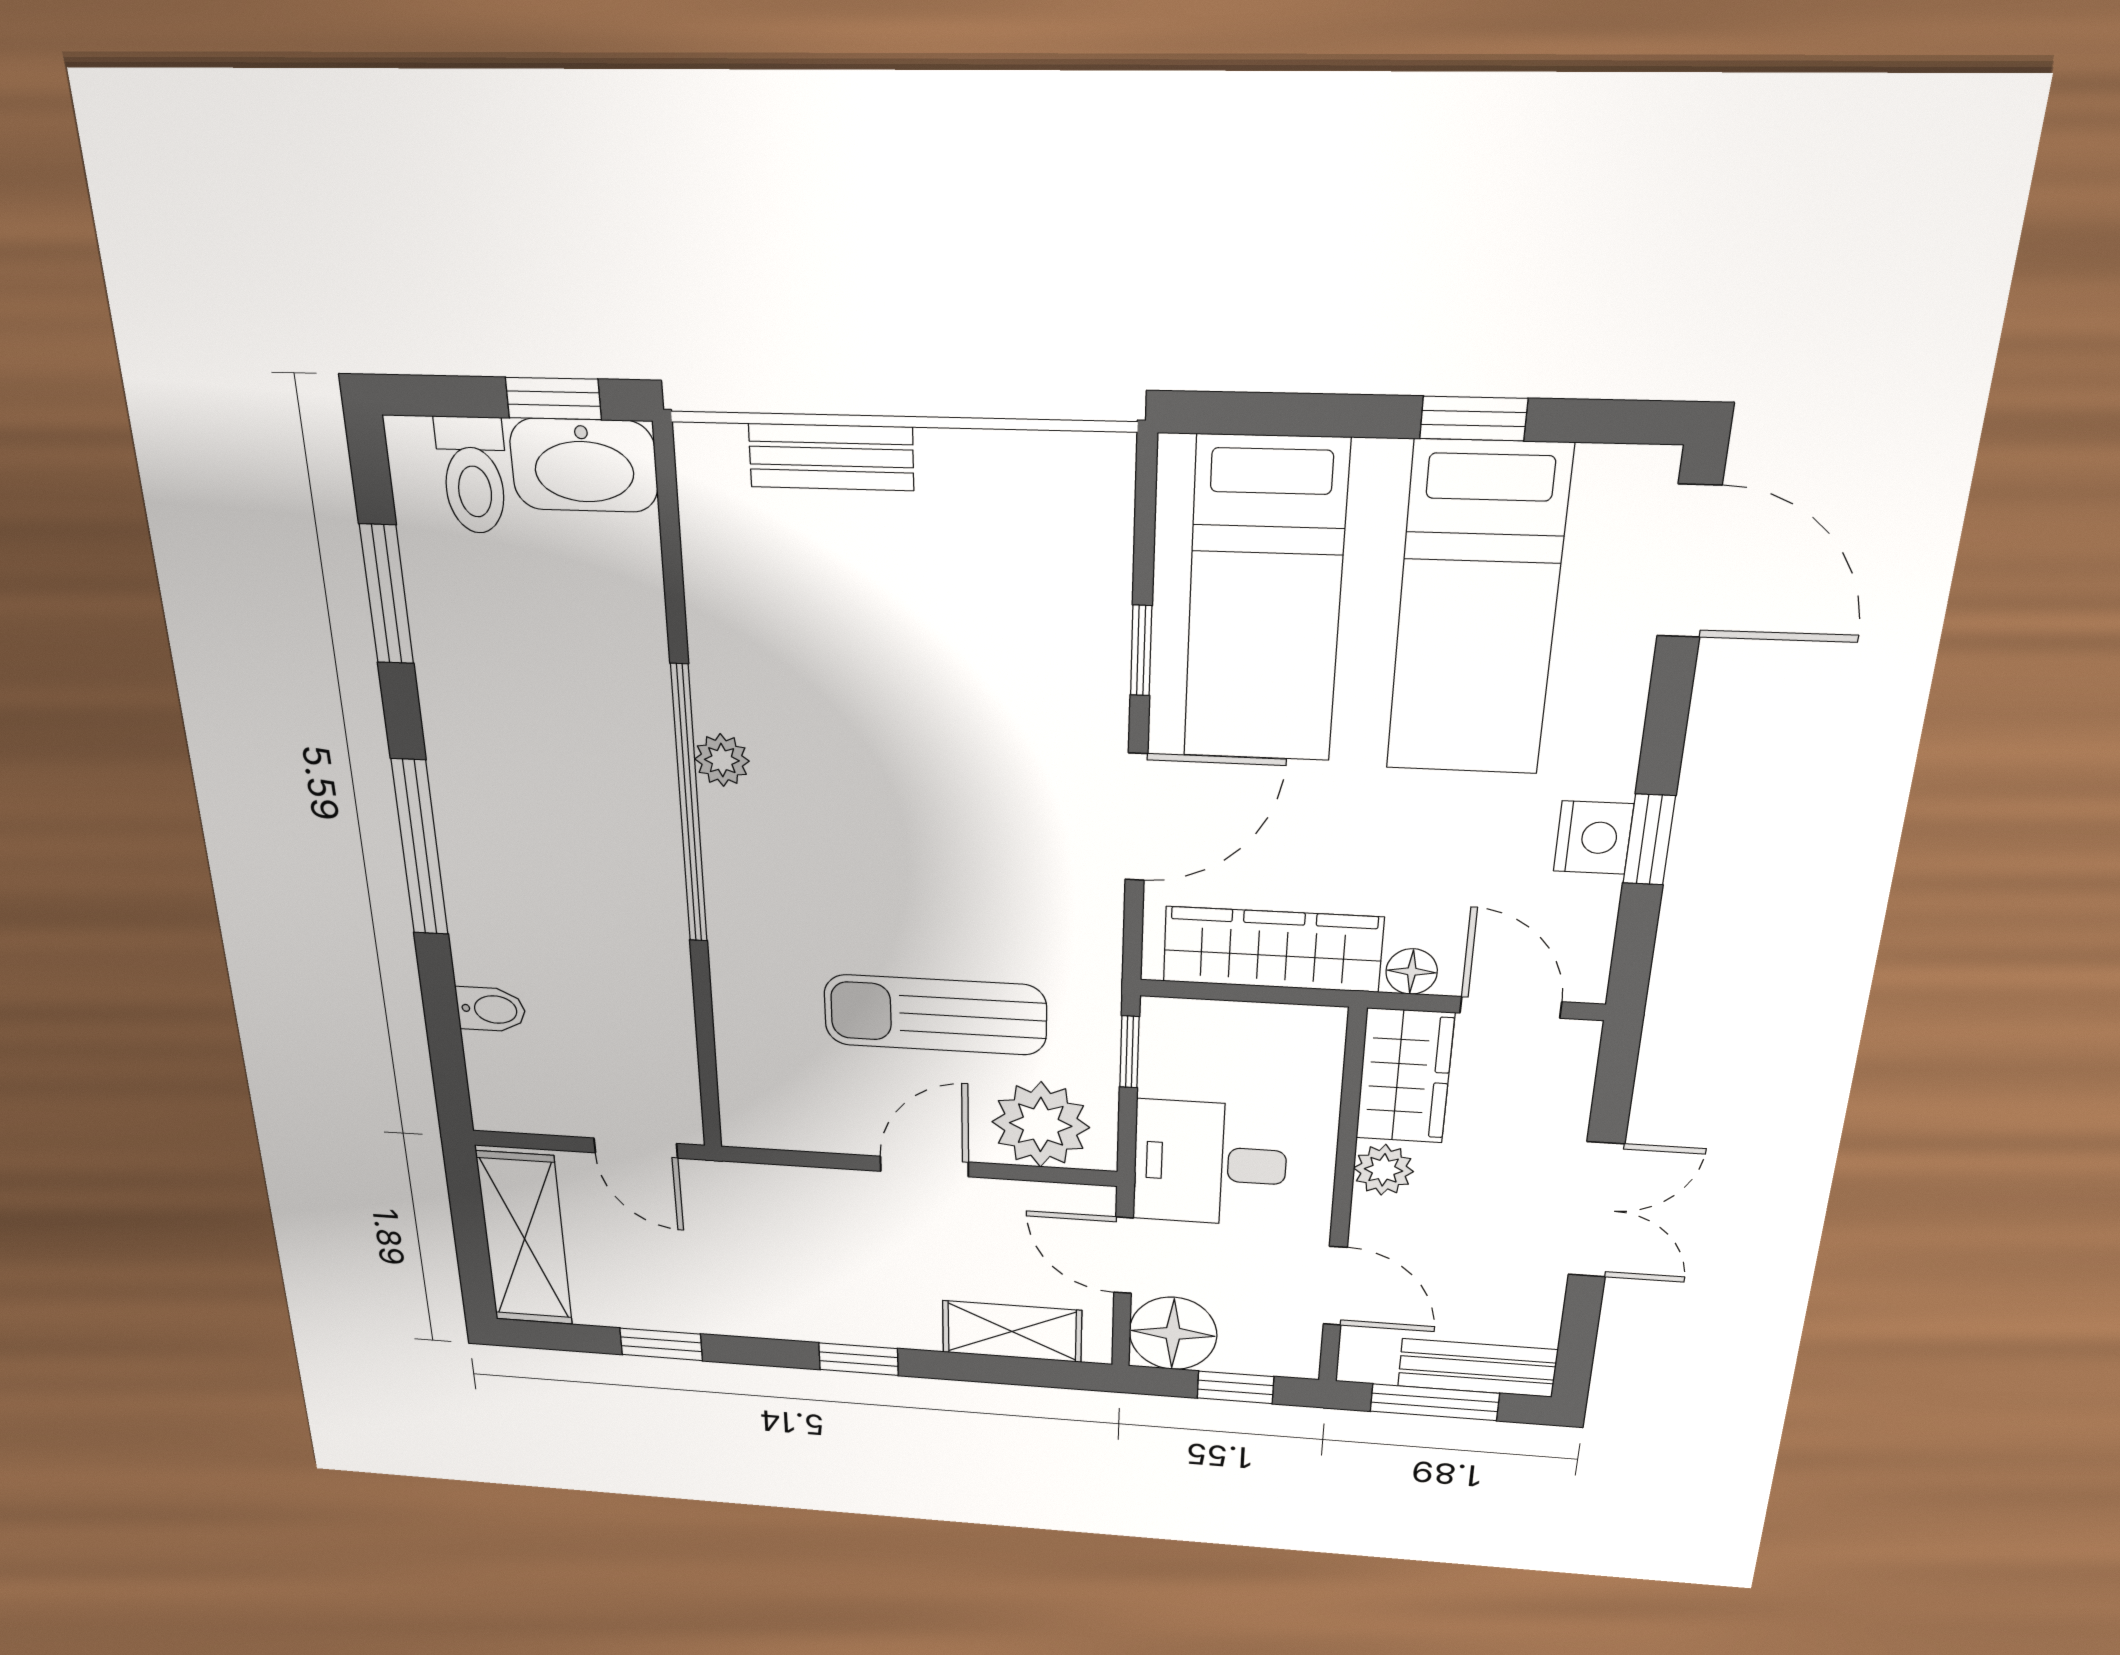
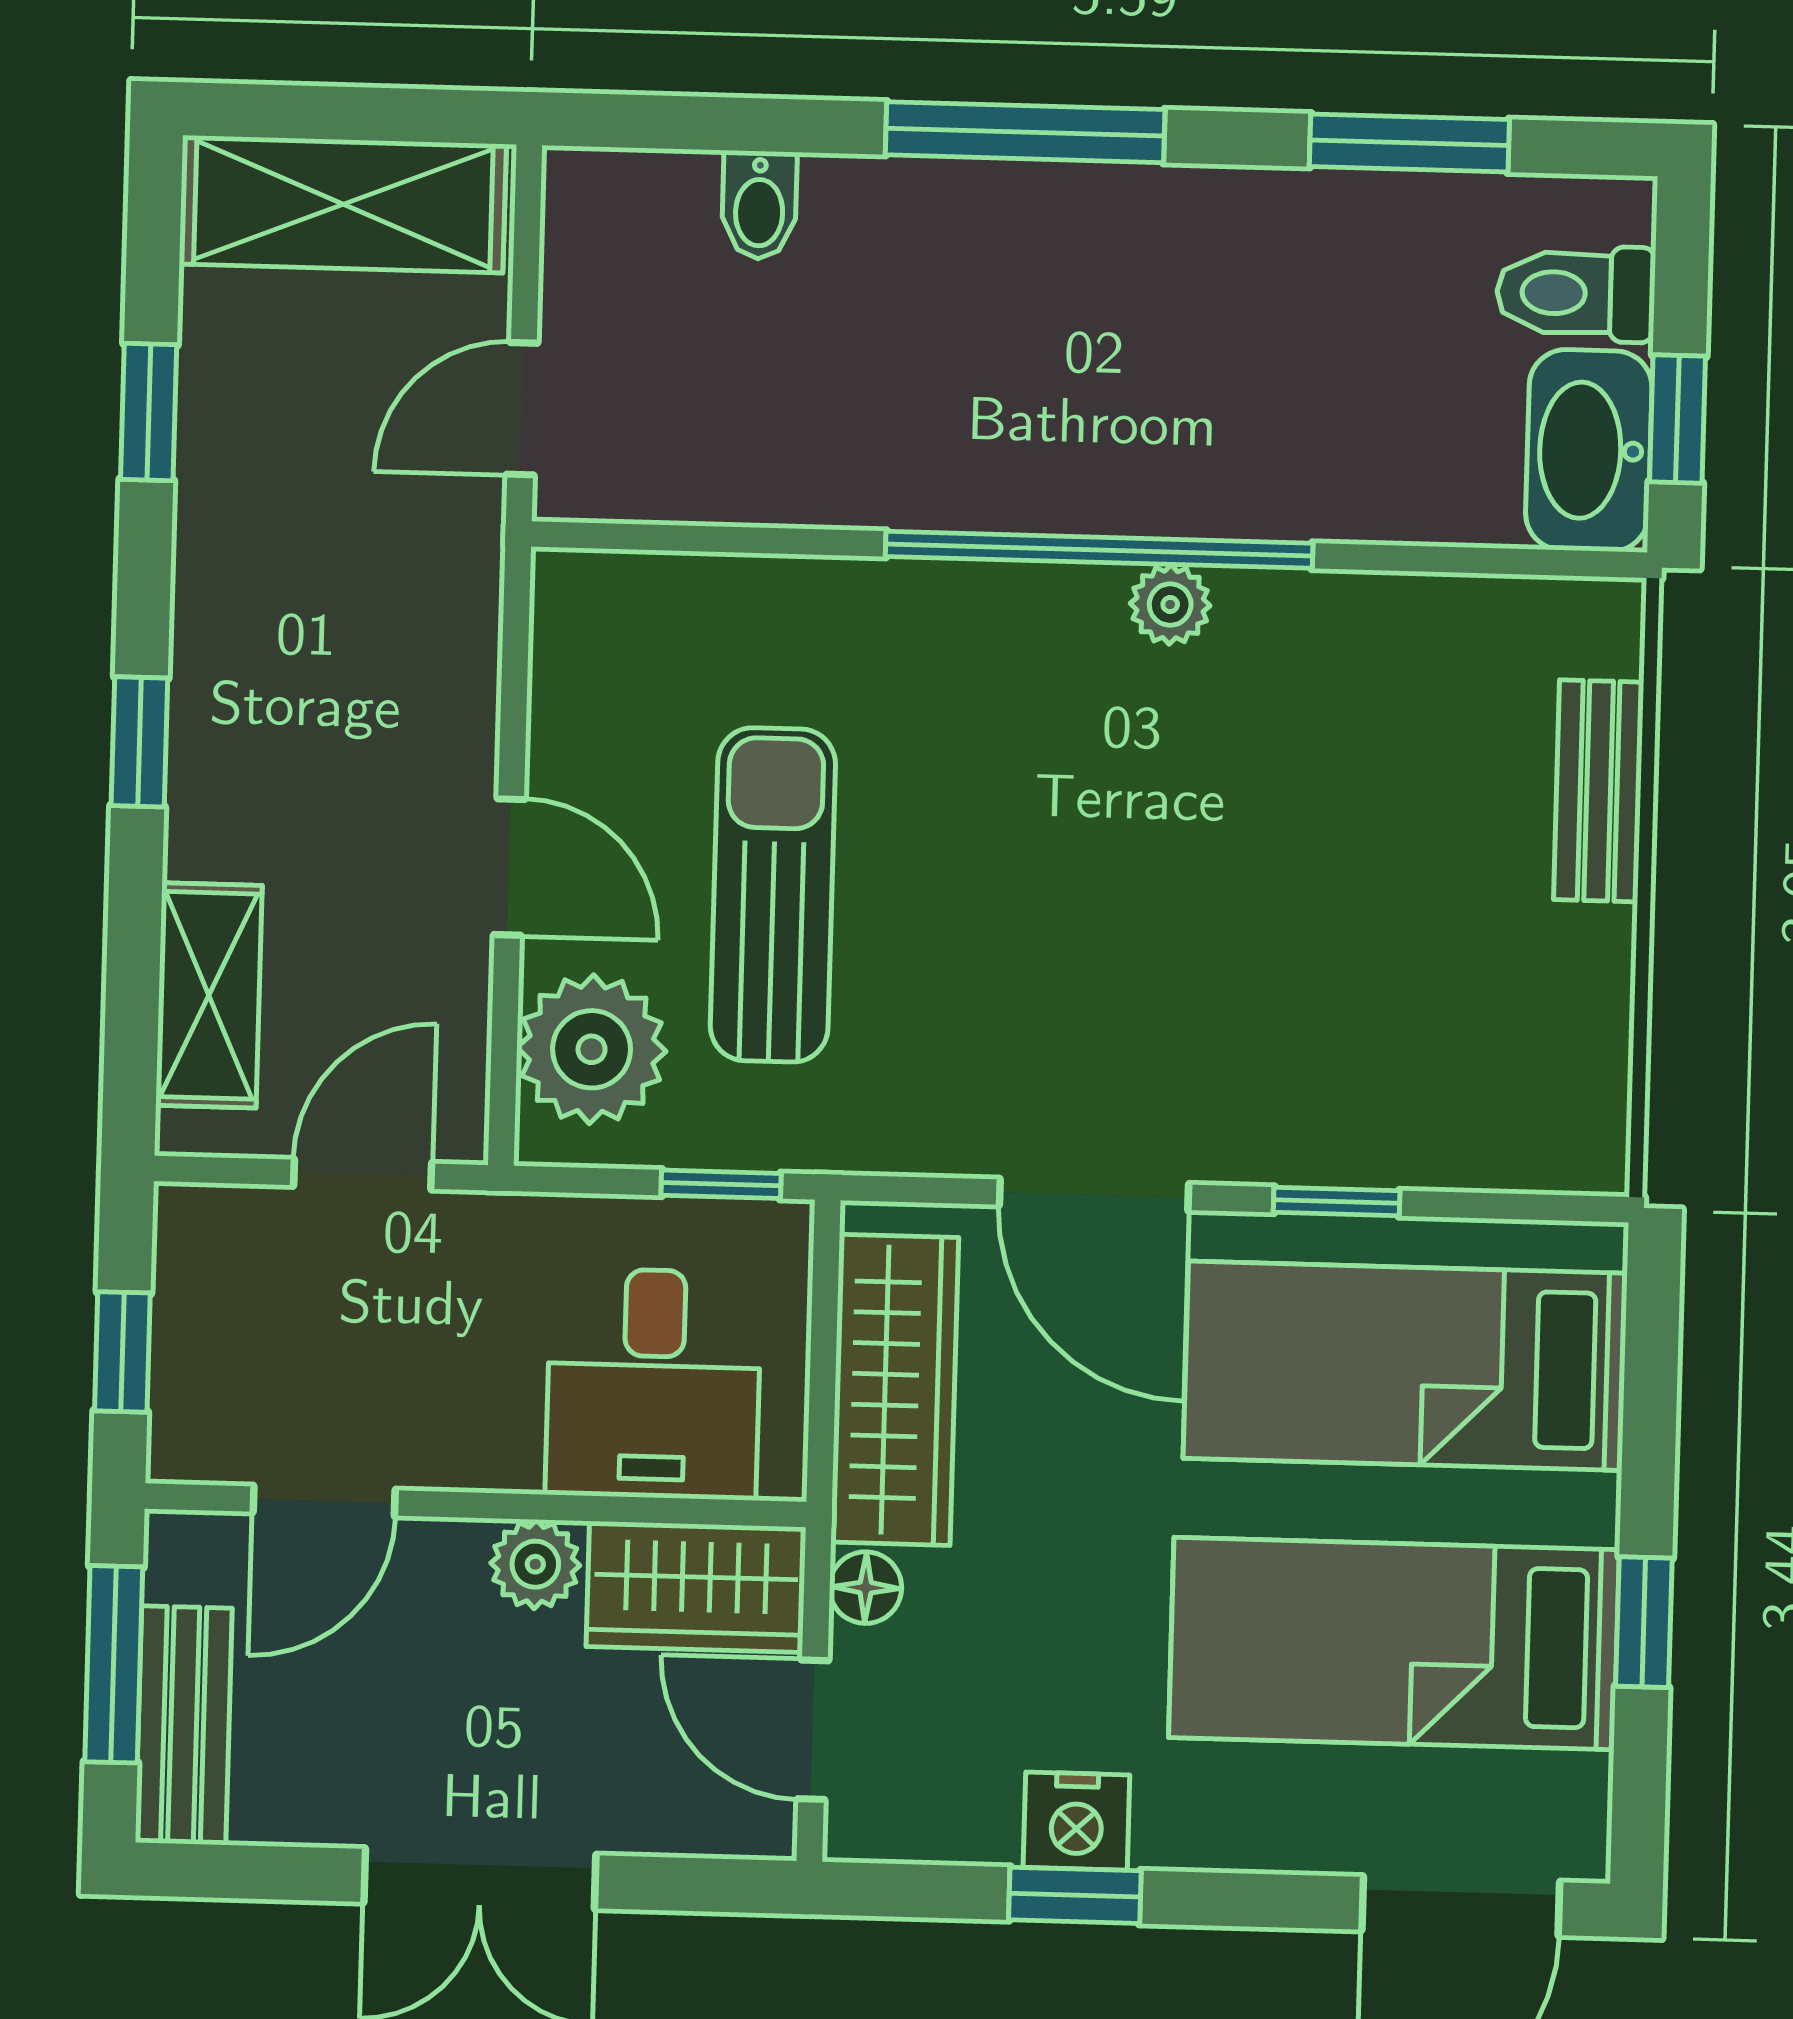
door: (1511, 1007) -> (813, 1730), swing flipped
desk: (1210, 1163) -> (653, 1384), moved, turned 180
floor lamp: (1173, 1333) -> (221, 1252), removed

